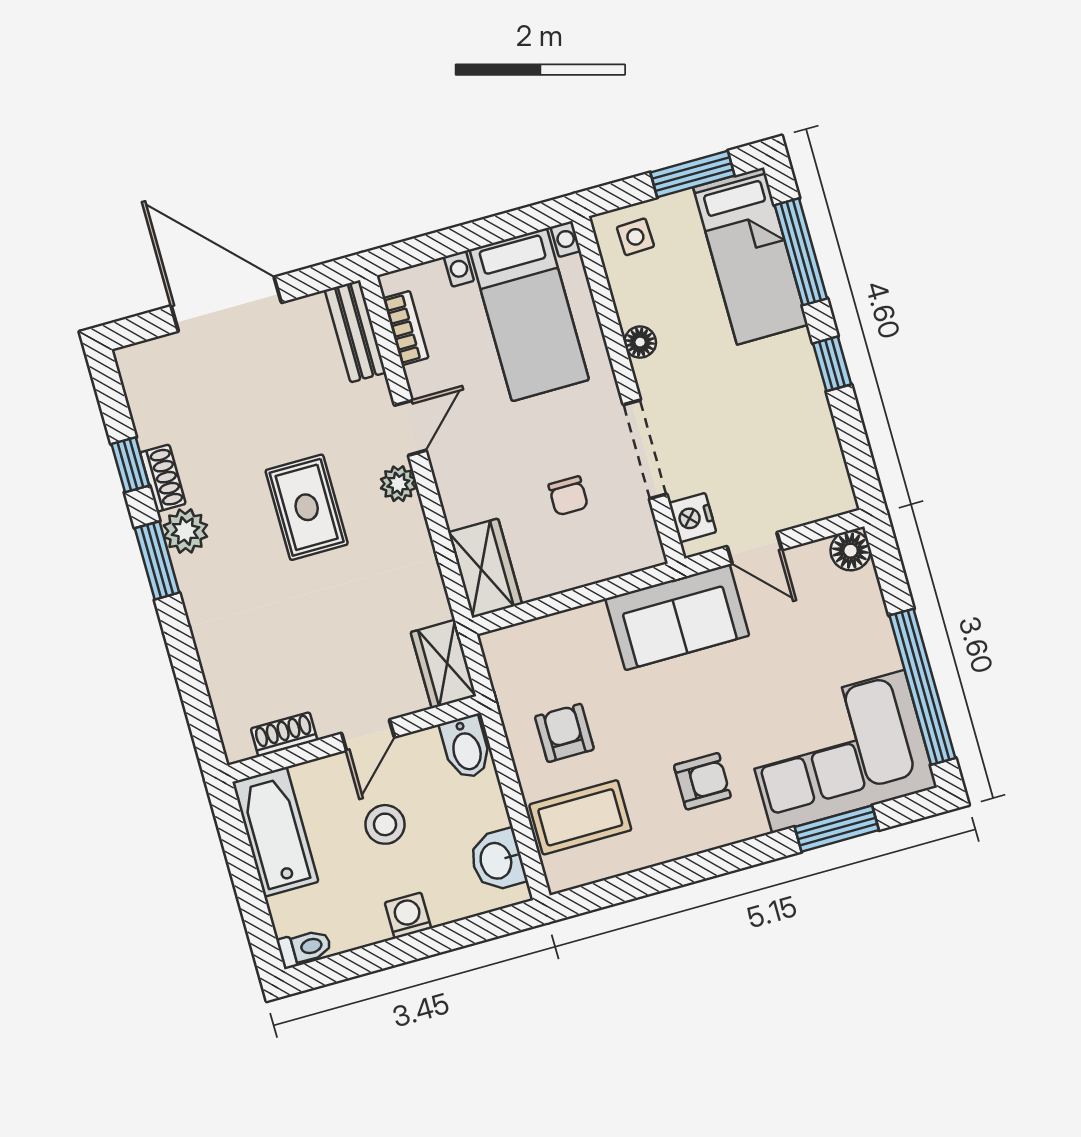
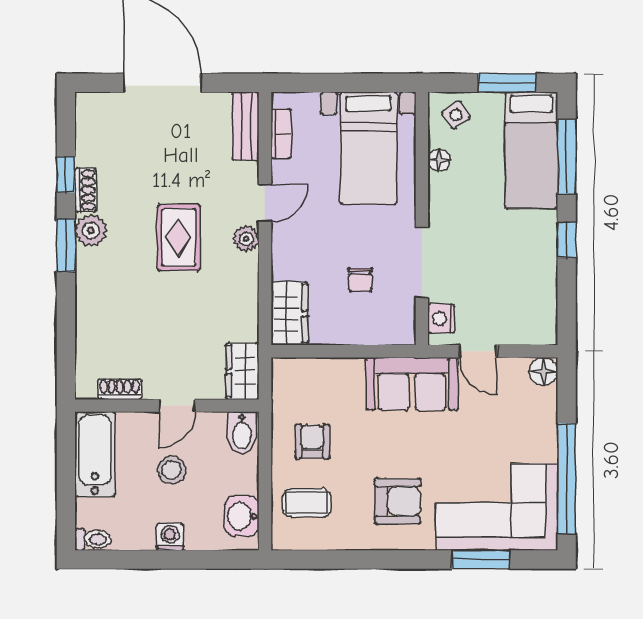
side table: (635, 237) -> (456, 115), turned -32
floor lamp: (640, 342) -> (439, 160), moved
armchair: (702, 781) -> (398, 501), width x1.38, depth x1.38
coffee table: (580, 817) -> (307, 503), width x0.73, depth x0.77

